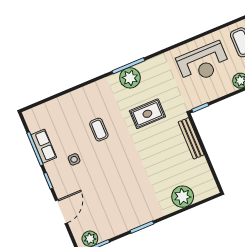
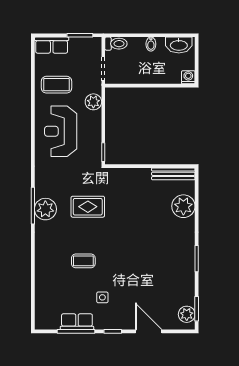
reception desk: (203, 63) -> (61, 131), turned 180
rug: (147, 114) -> (88, 207), turned 90
bench: (191, 138) -> (173, 174), moved

